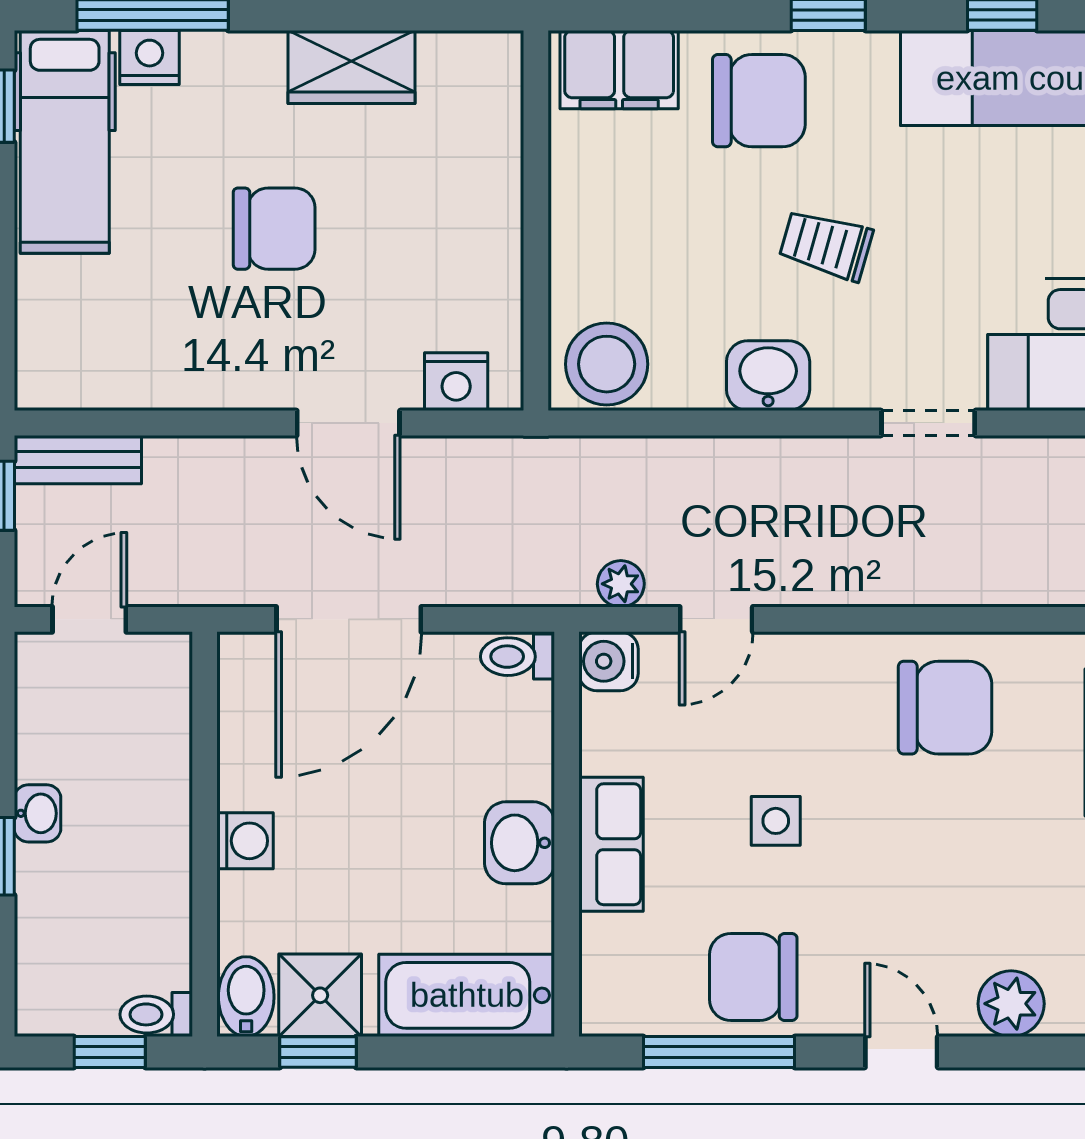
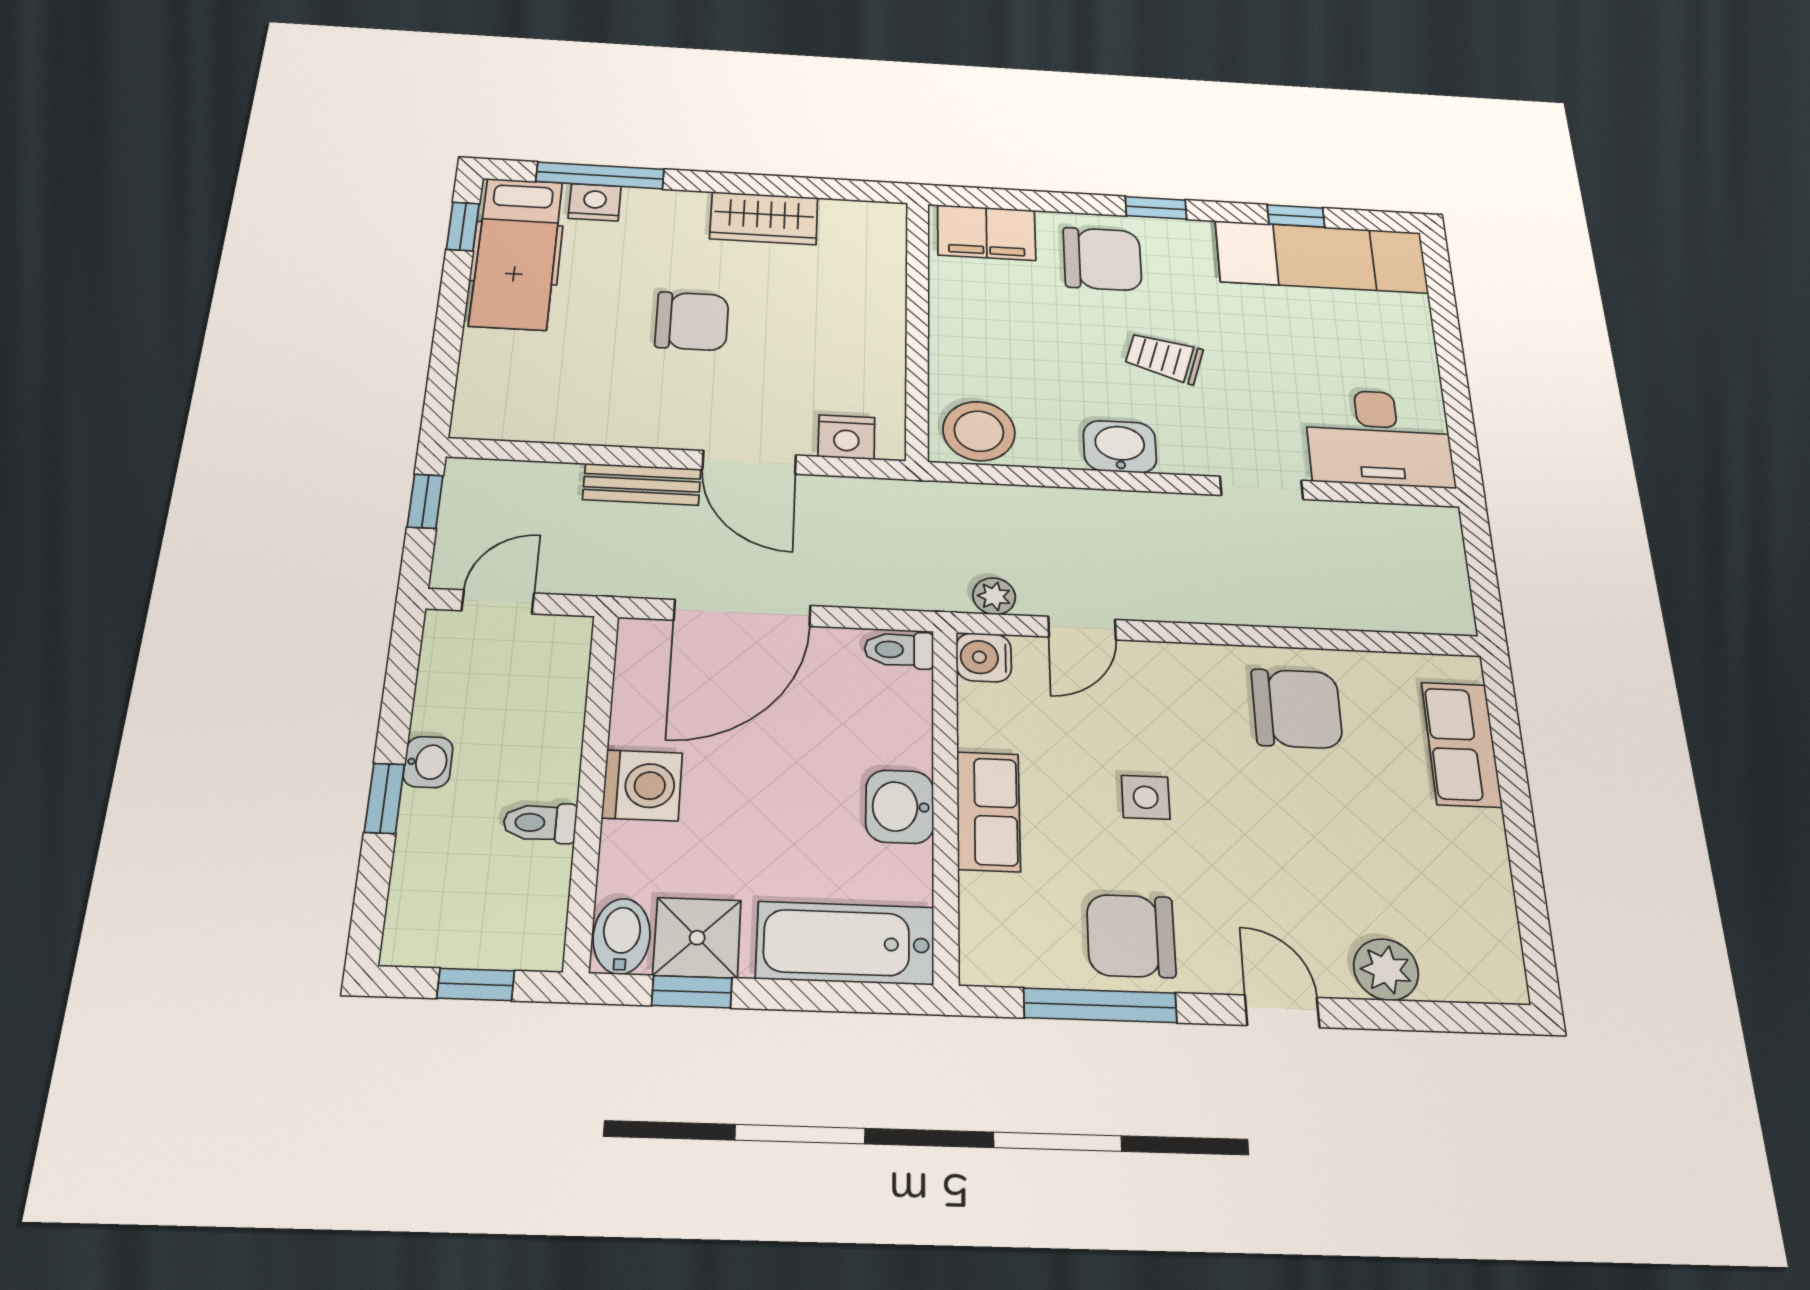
bench: (78, 460) -> (642, 484), moved
washing machine: (245, 841) -> (642, 785), width x1.38, depth x1.38
toilet: (156, 1014) -> (540, 823), moved

